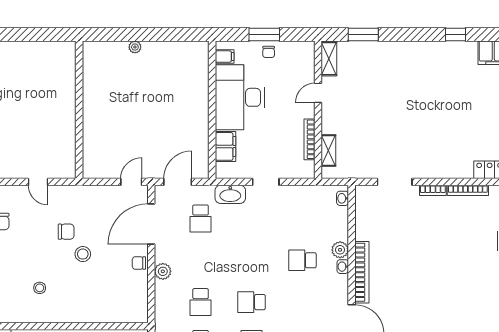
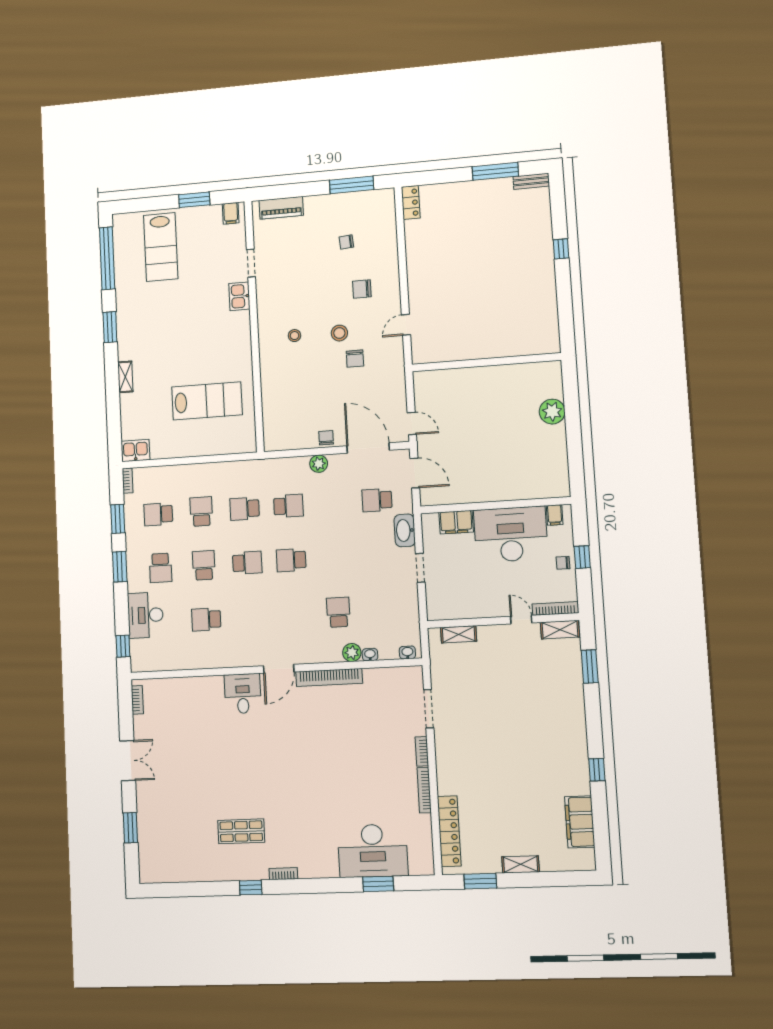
window: (264, 34) -> (582, 557), width x0.67
plant: (135, 47) -> (552, 412), width x1.88, depth x1.88
bookcase: (310, 139) -> (555, 608), moved
stool: (83, 254) -> (339, 333), moved
washbasin: (343, 267) -> (370, 655), moved
school desk: (201, 302) -> (288, 506), turned 180
school desk: (251, 302) -> (291, 560), turned -90

